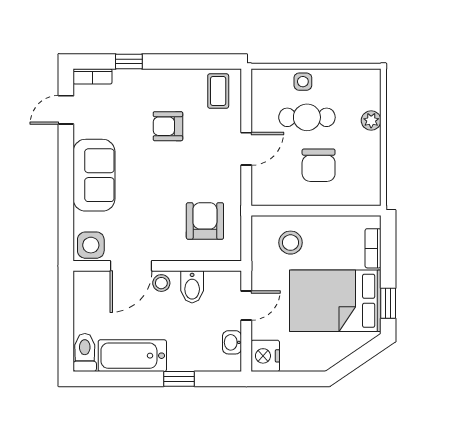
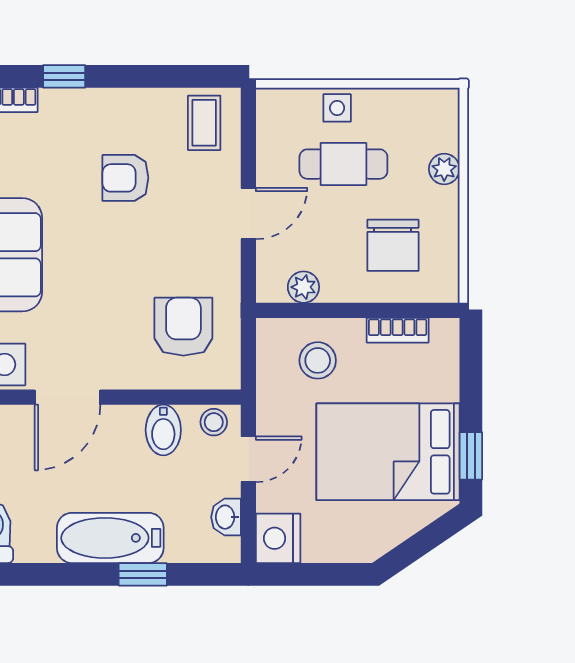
chair: (319, 165) -> (393, 245), moved
plant: (281, 196) -> (303, 287), added
bookcase: (373, 248) -> (398, 330), moved, turned -90
stool: (161, 283) -> (214, 422), moved
bathtub: (132, 356) -> (110, 538), moved

